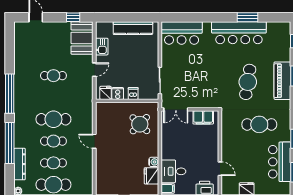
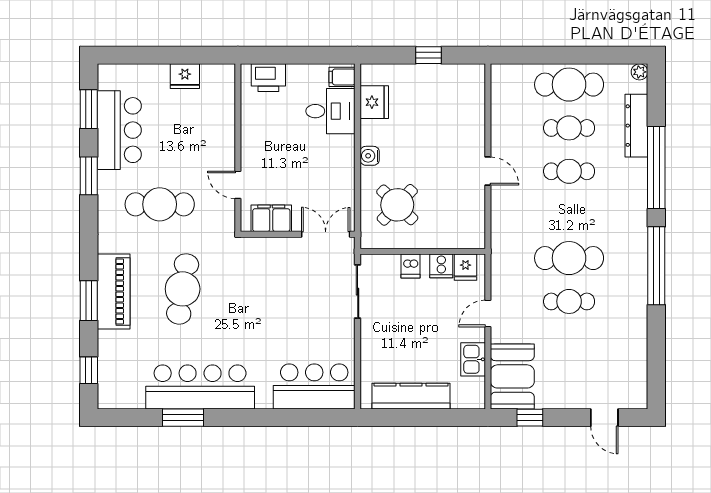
cafe table: (53, 119) -> (569, 258), moved
water cooler: (154, 162) -> (370, 156), moved
door: (220, 169) -> (238, 185), moved

